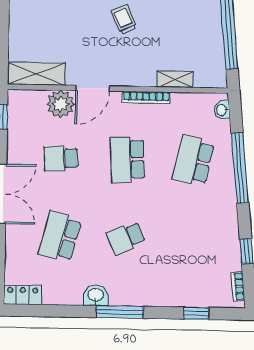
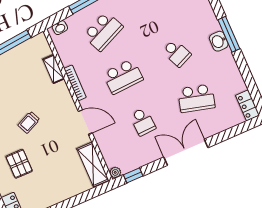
plant: (61, 104) -> (115, 172), moved, width x0.53, depth x0.53
school desk: (193, 161) -> (103, 31), turned -36
washbasin: (96, 295) -> (219, 41), moved

